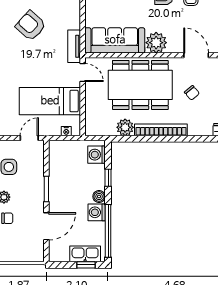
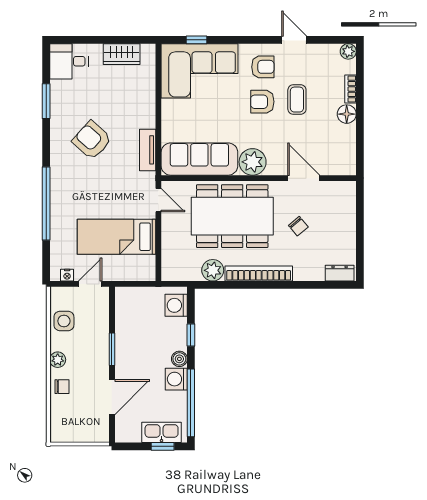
tv unit: (74, 46) -> (148, 150), moved
nightstand: (66, 131) -> (67, 275), moved

